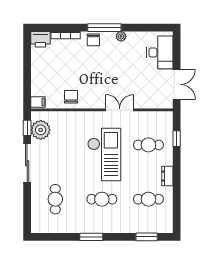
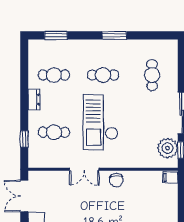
chair: (71, 97) -> (116, 180), moved

